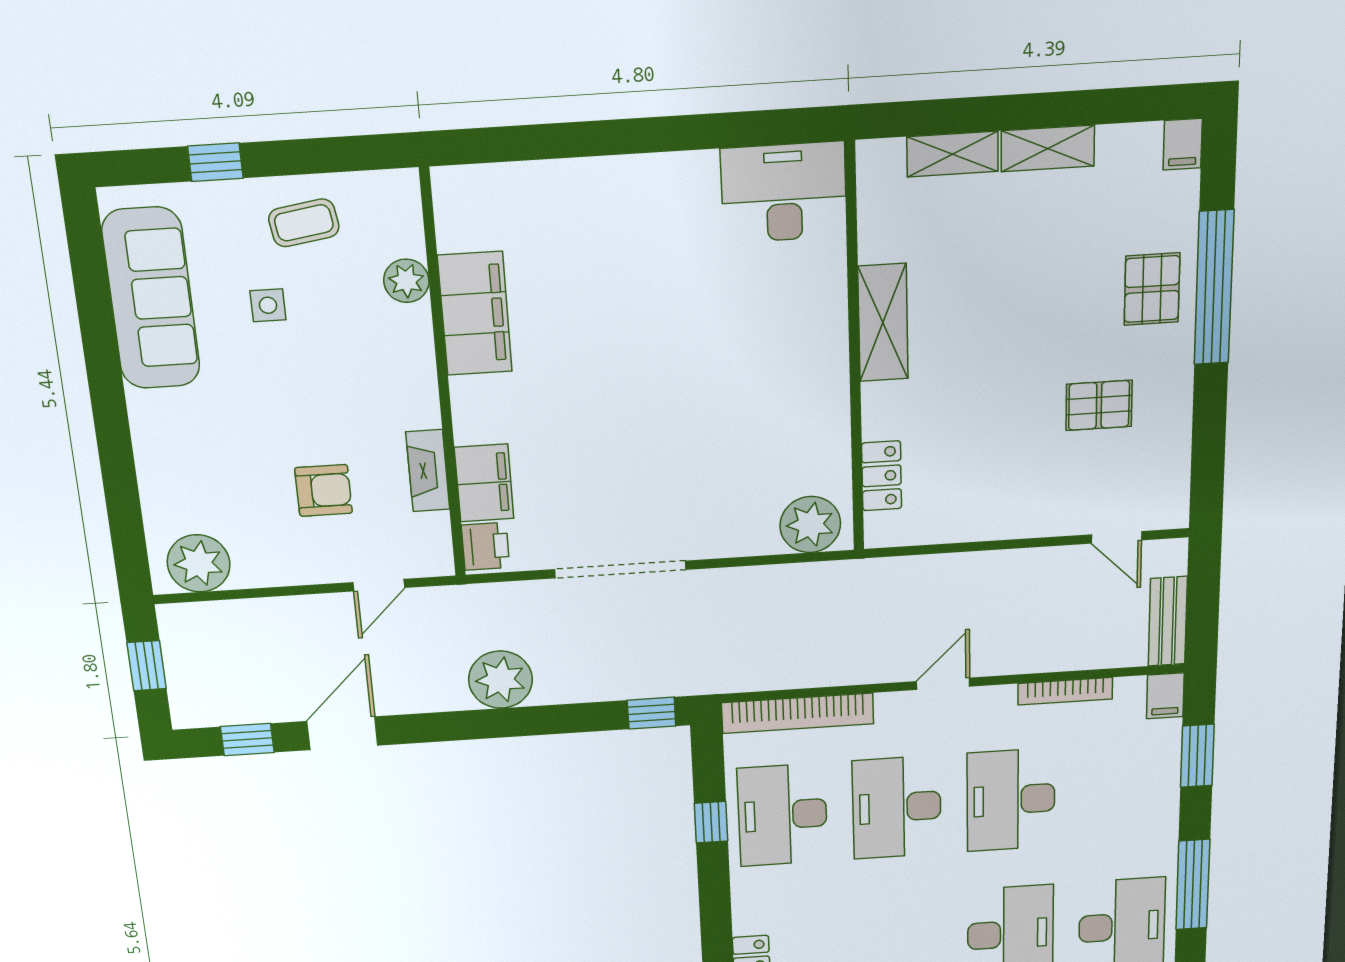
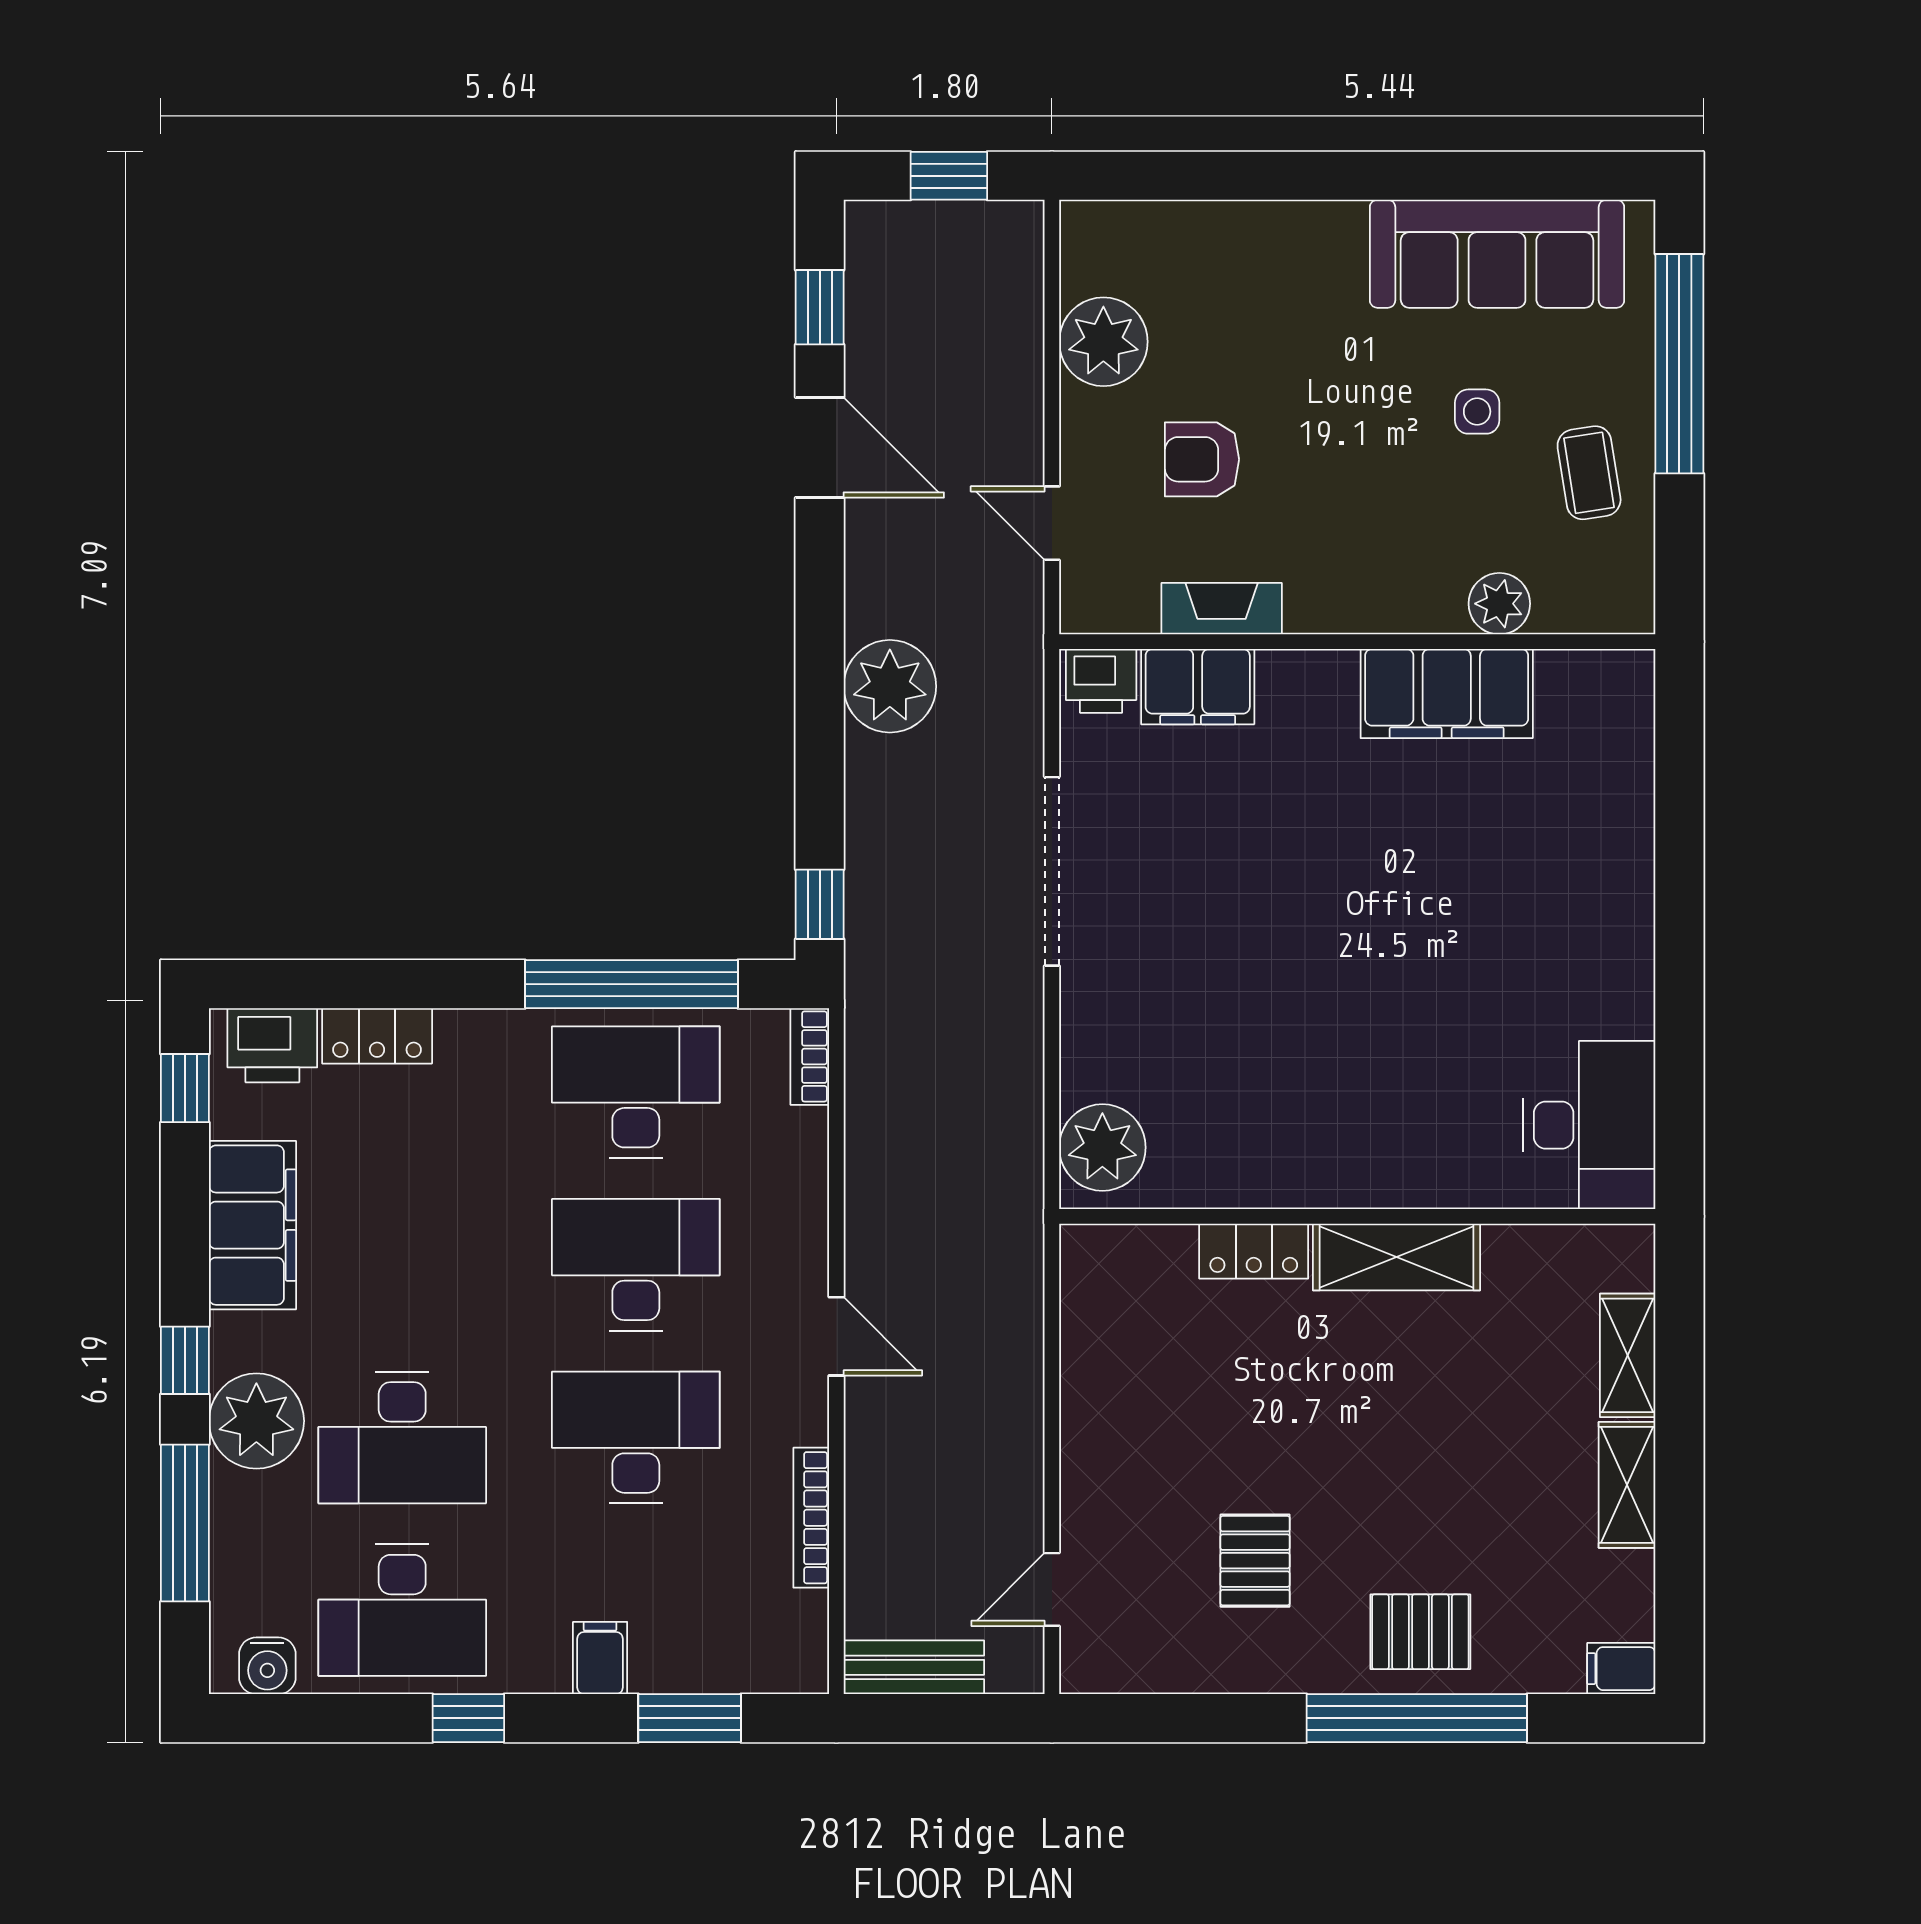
window: (215, 162) -> (1679, 364), width x3.17
locker: (882, 476) -> (1254, 1251), moved
armchair: (324, 490) -> (1202, 459), turned 90
plant: (199, 563) -> (1103, 342), moved
filing cabinet: (1165, 696) -> (600, 1658), moved, turned 90
bookcase: (798, 713) -> (810, 1056), width x0.43, depth x0.76
window: (711, 822) -> (631, 984), width x3.17
window: (1193, 885) -> (468, 1718), width x0.46

